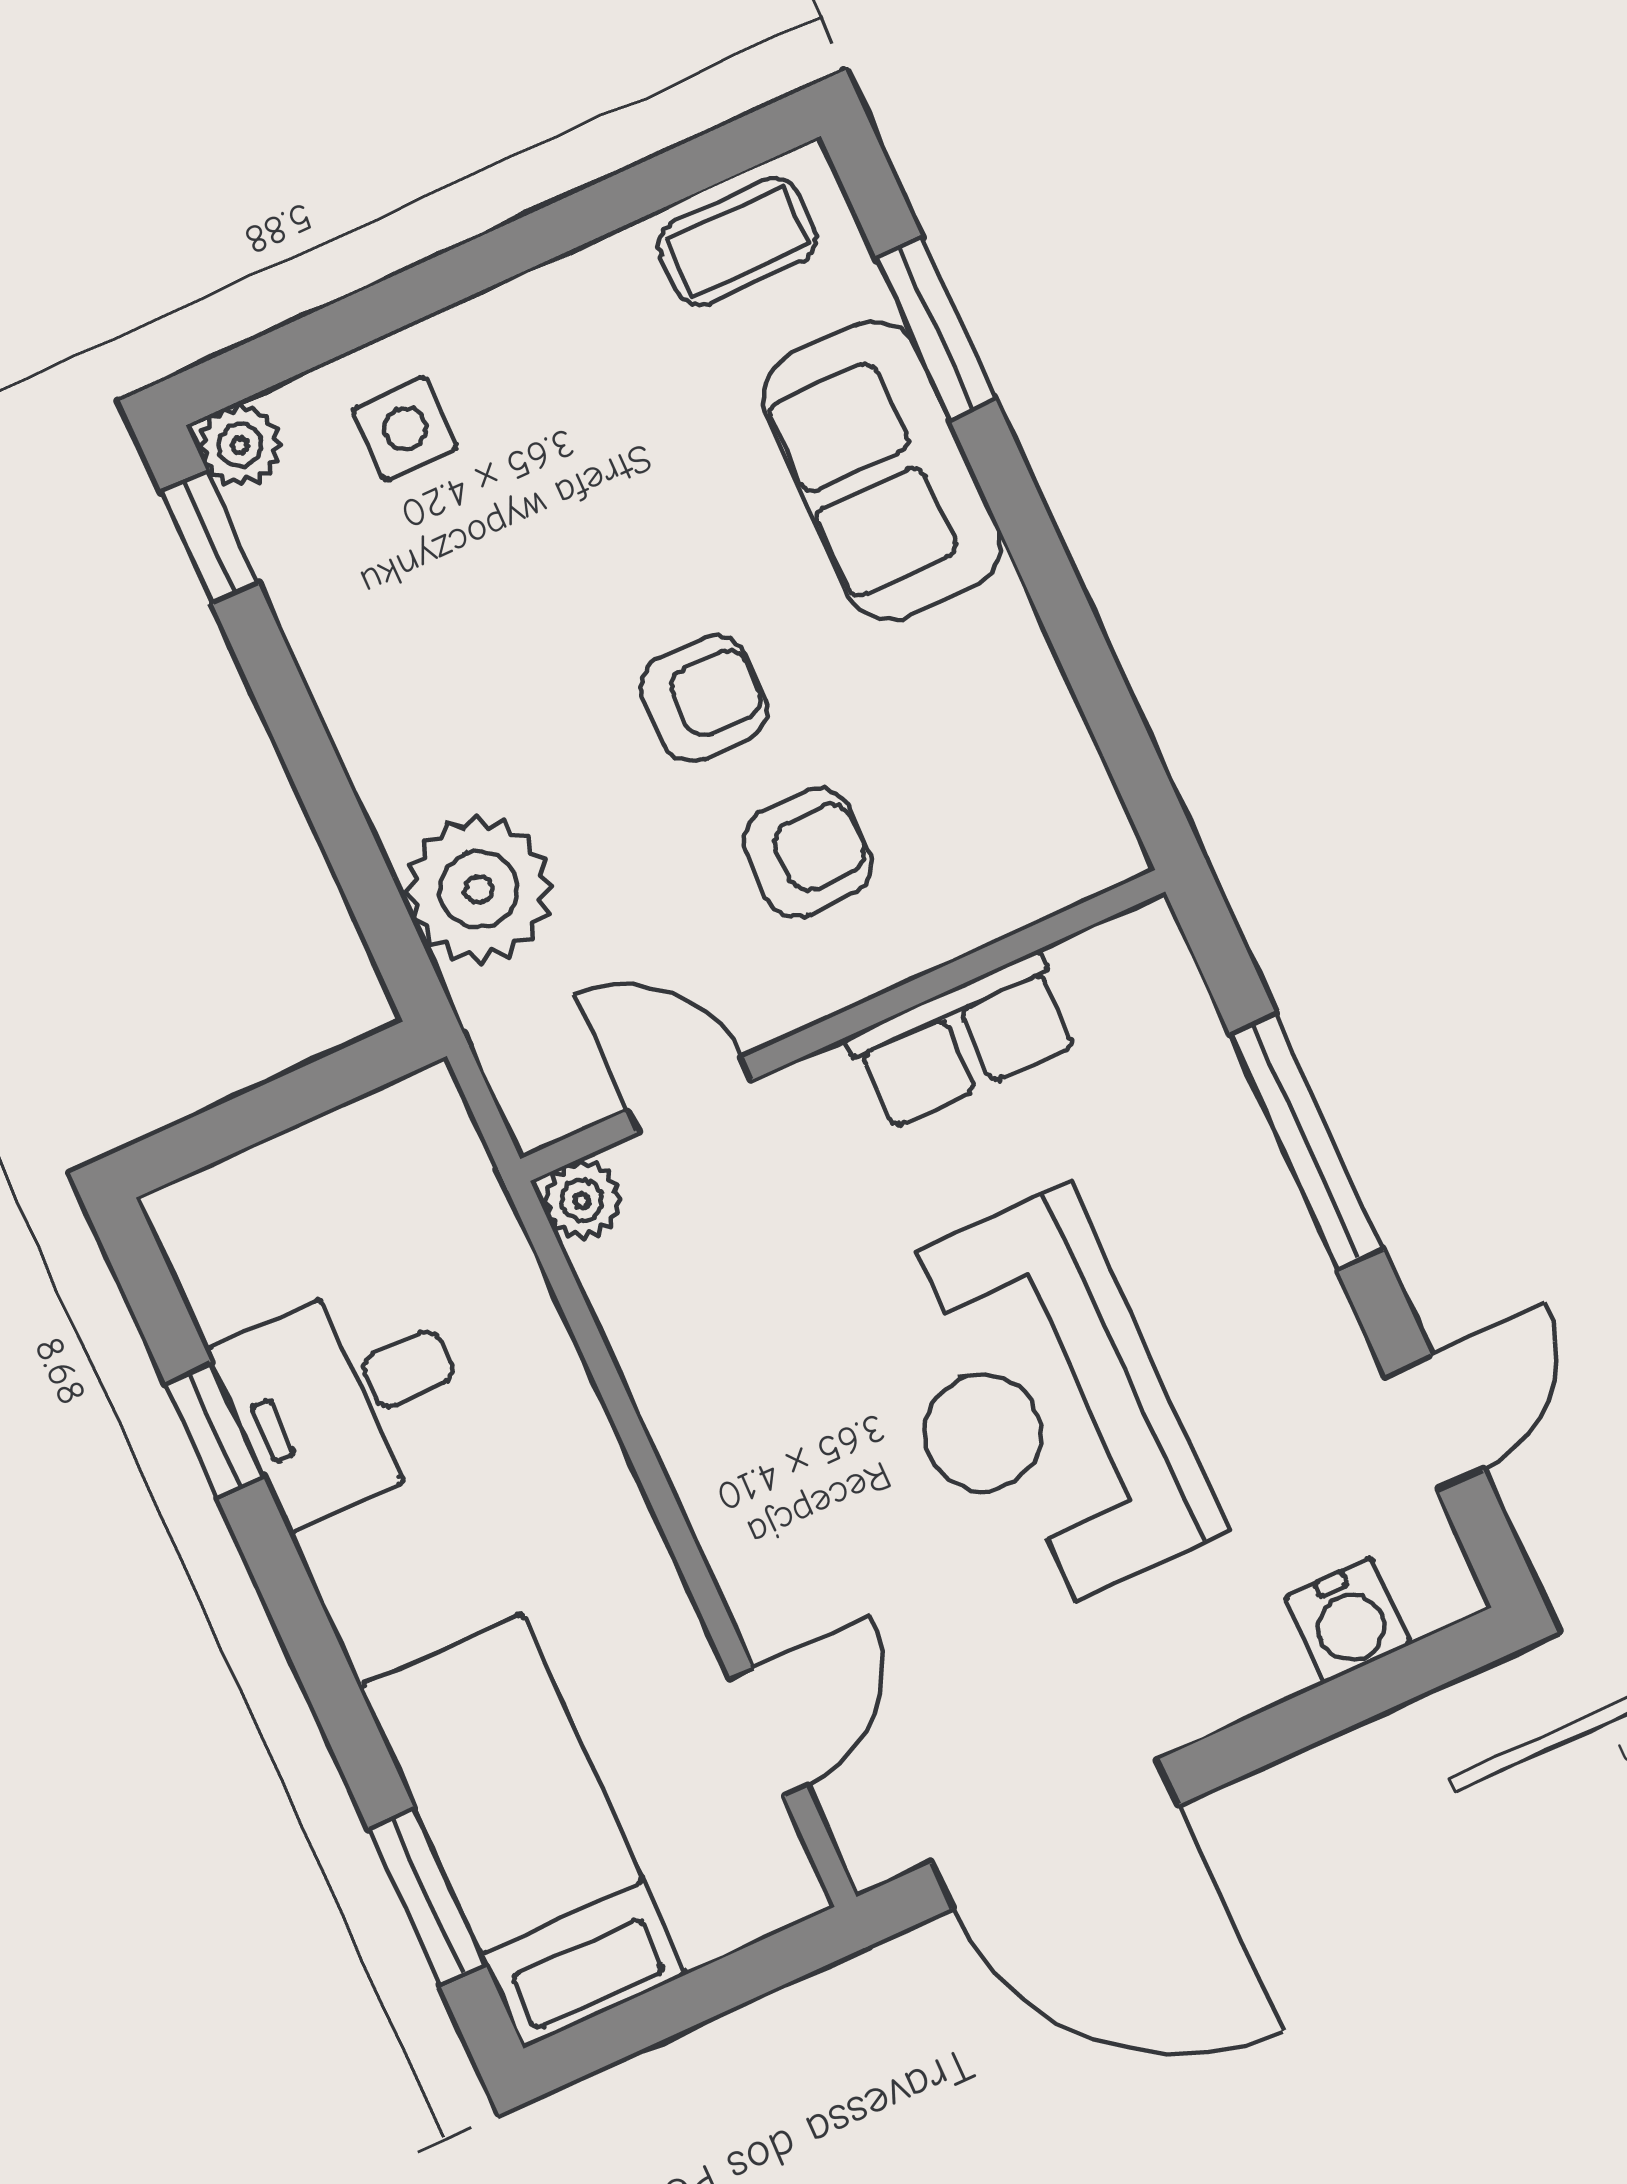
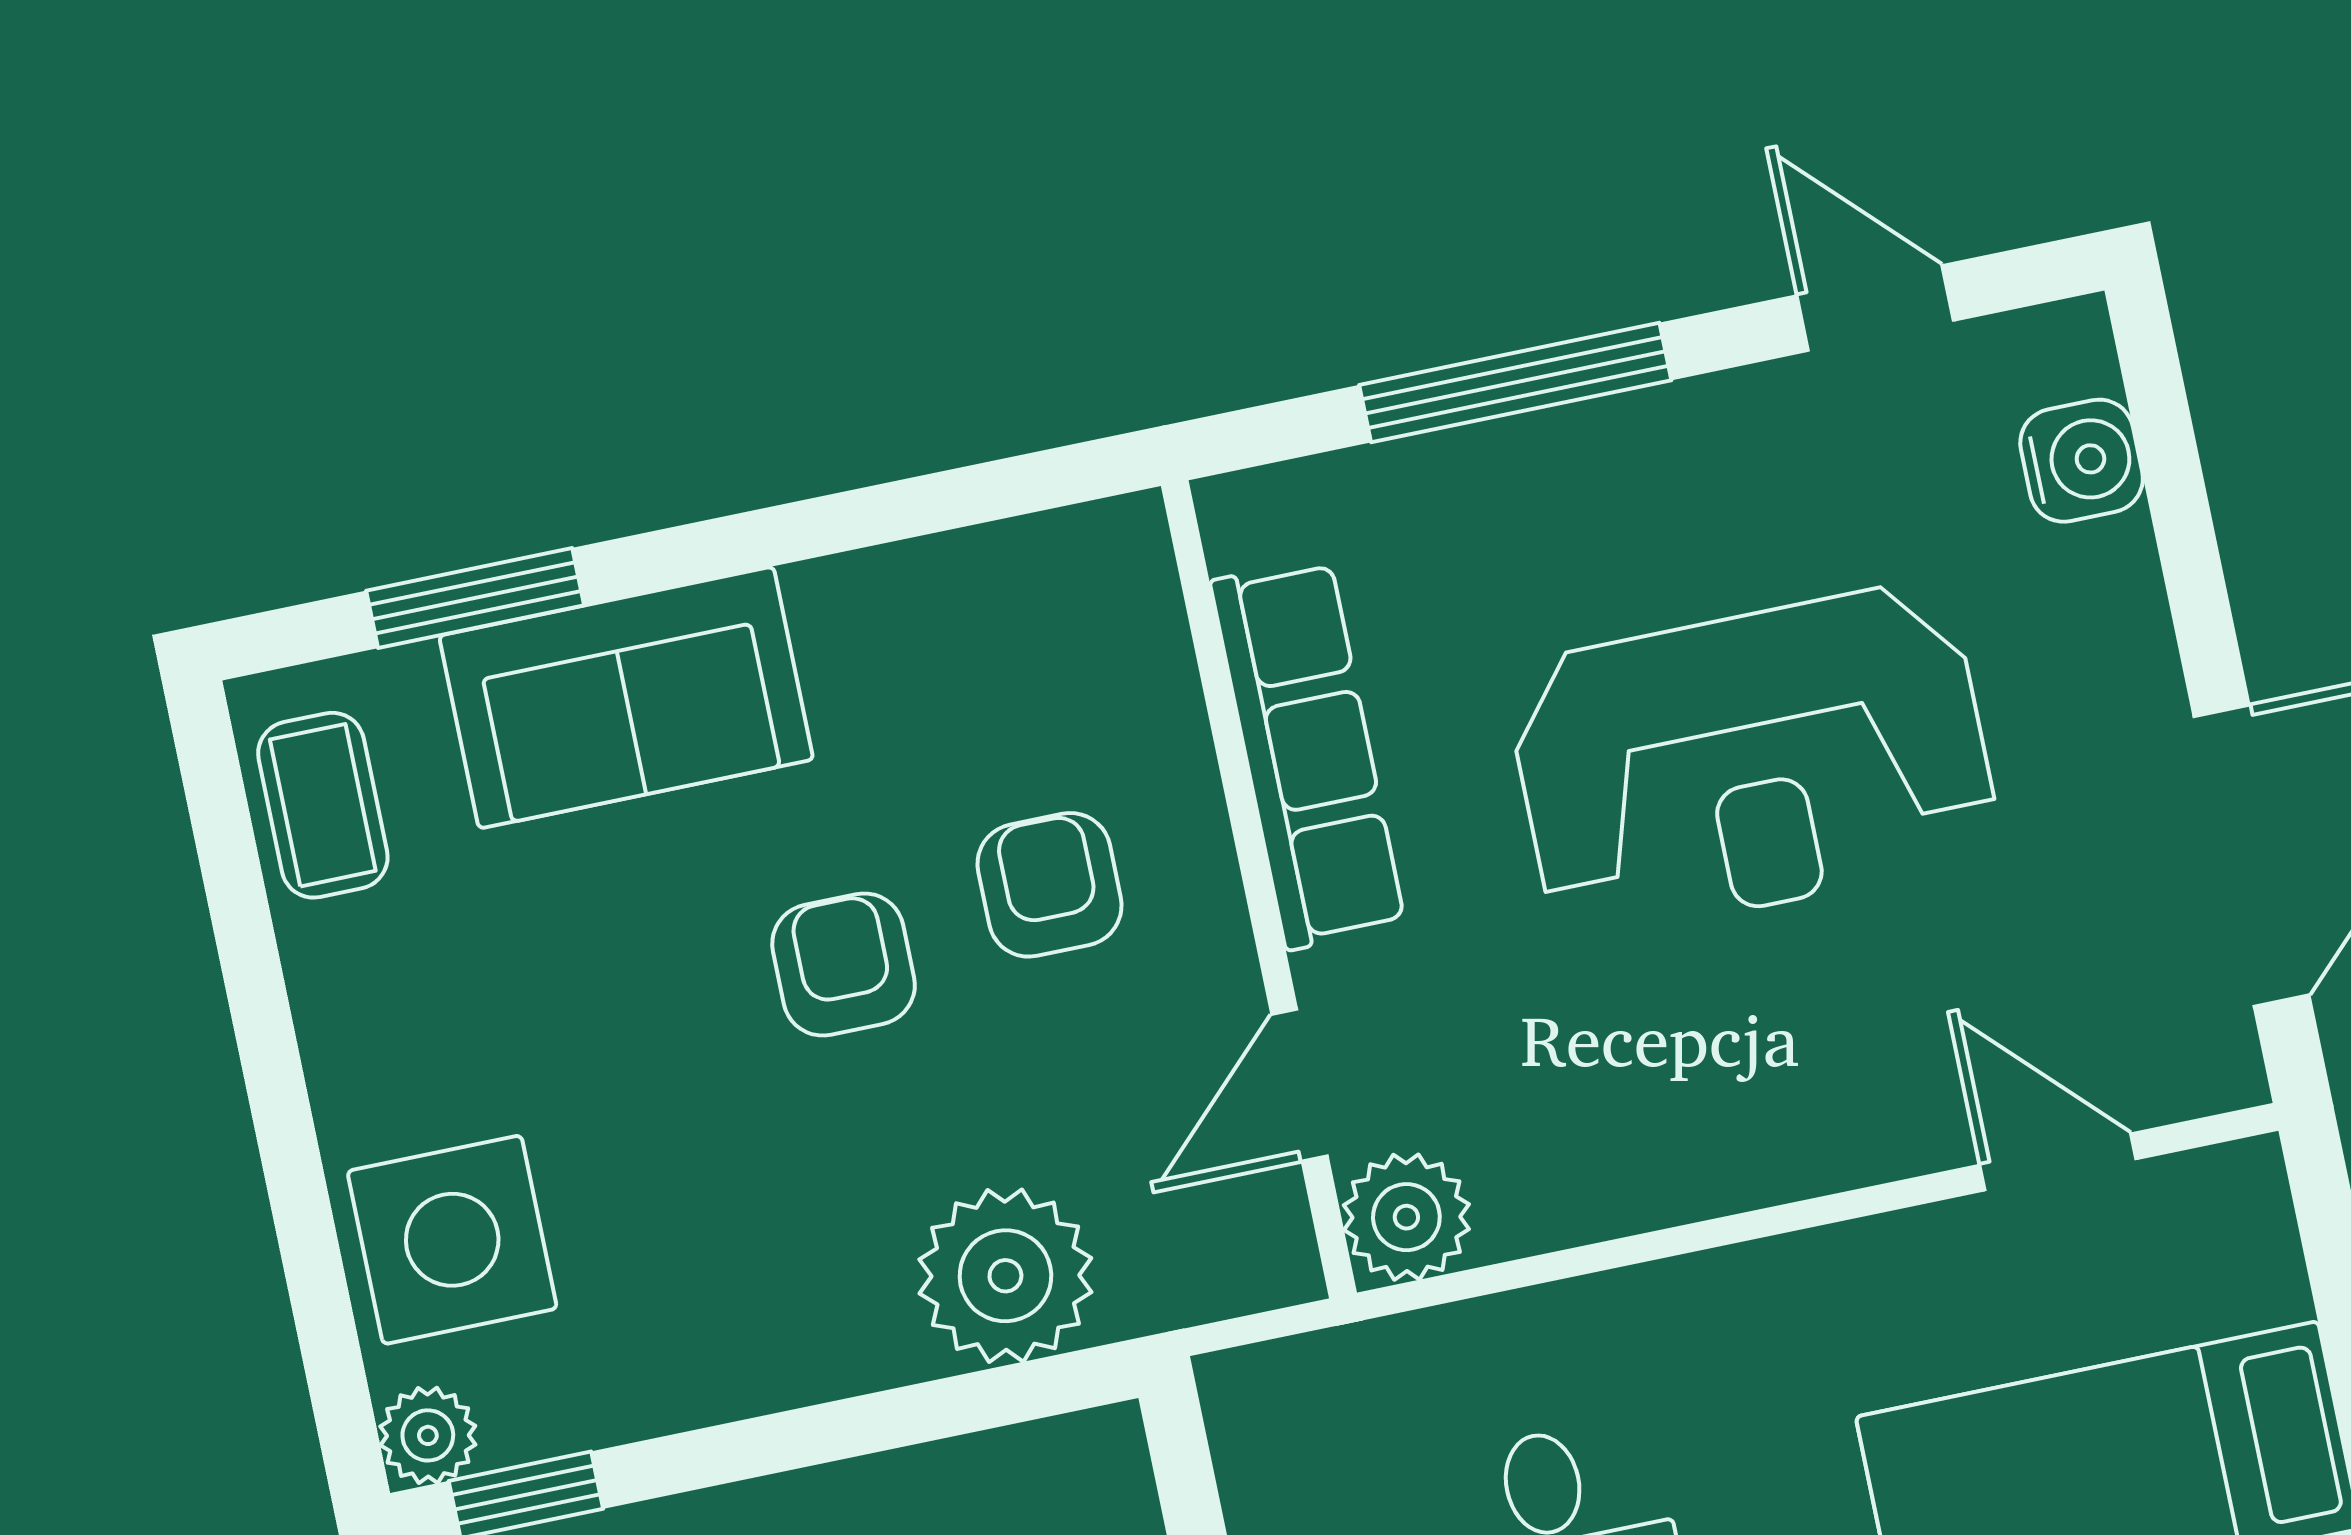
side table: (405, 429) -> (452, 1240), width x1.87, depth x1.87
row of seats: (963, 1040) -> (1308, 754), width x1.48
plant: (582, 1200) -> (1406, 1217), width x1.38, depth x1.38

